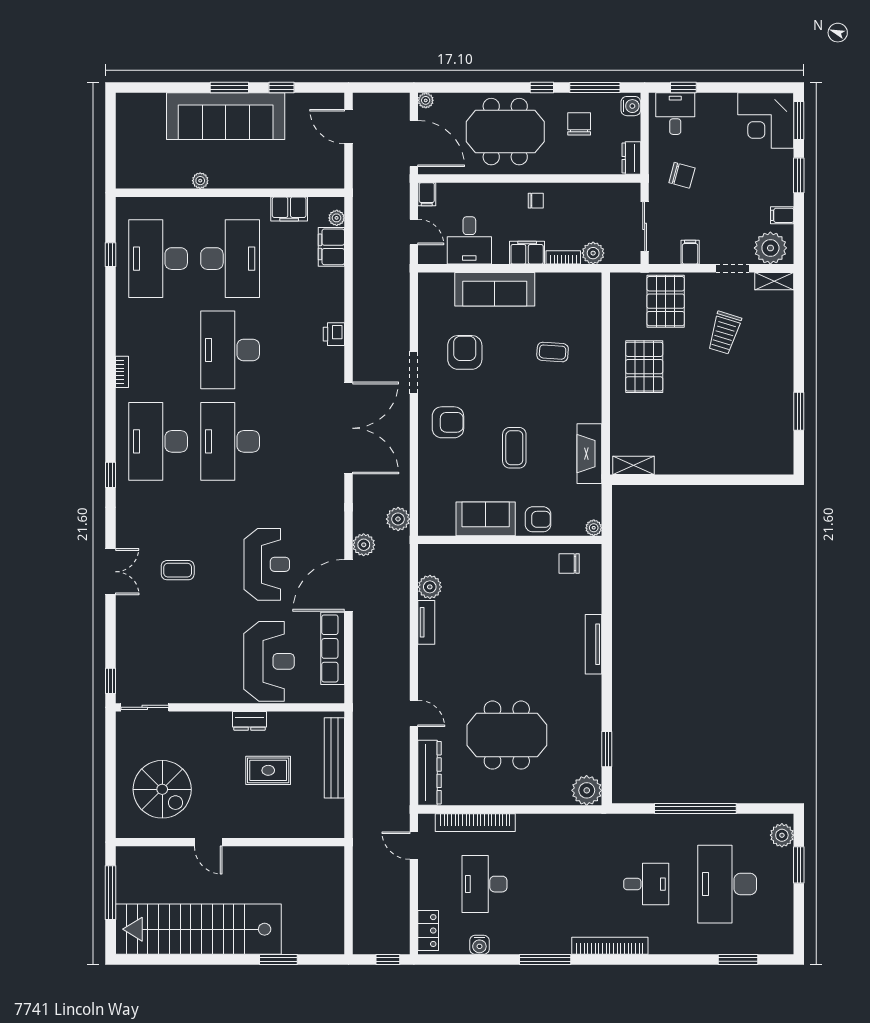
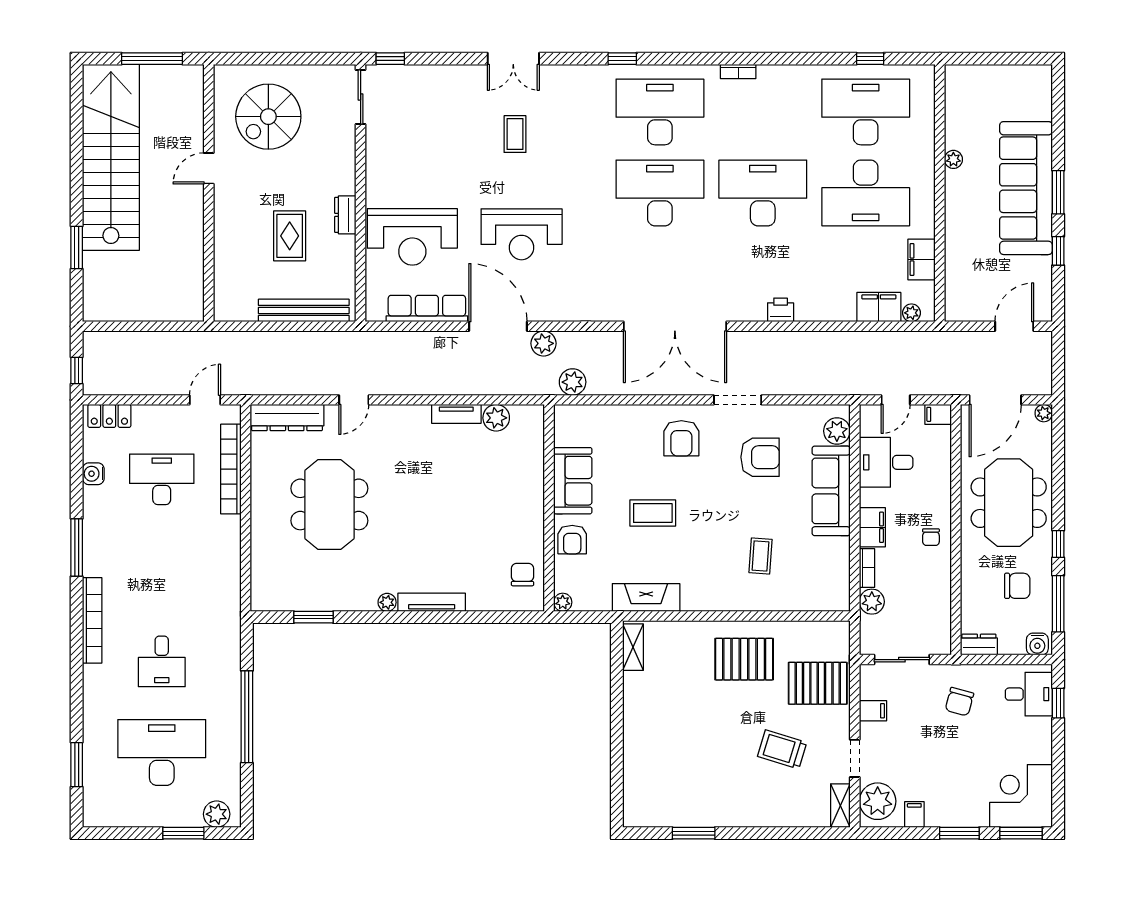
plant: (442, 284) -> (837, 431), added
plant: (587, 790) -> (387, 602), moved, width x0.53, depth x0.53

